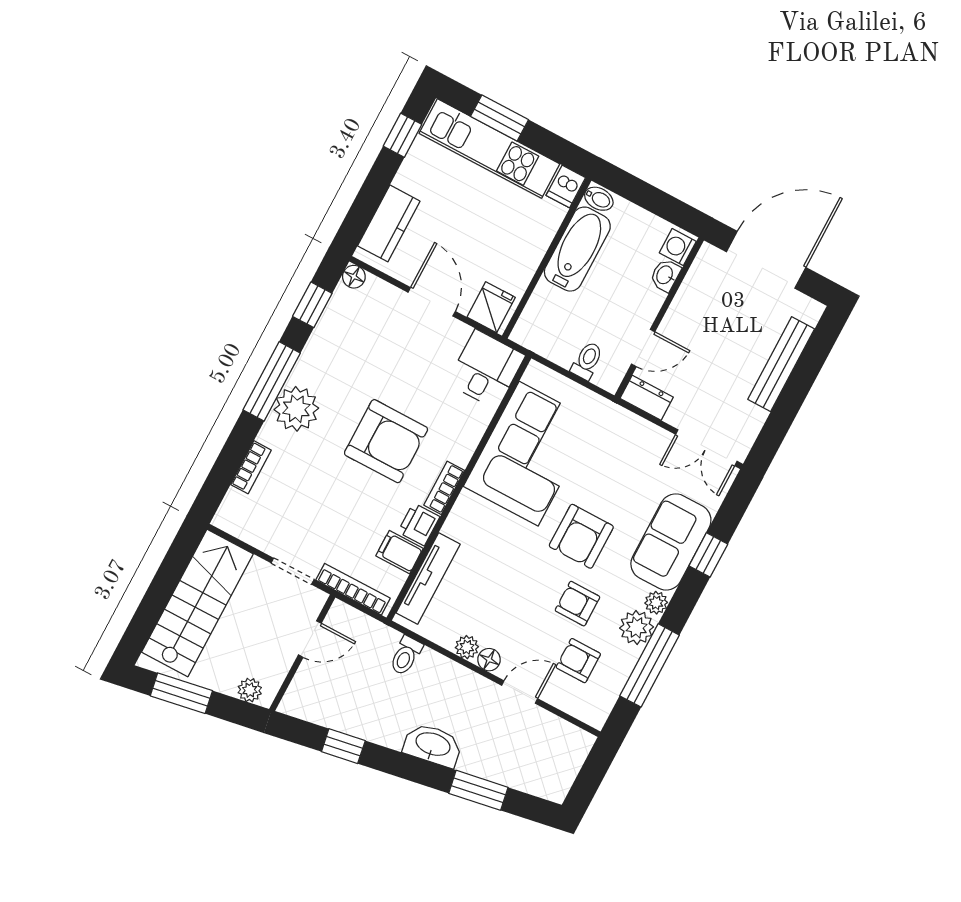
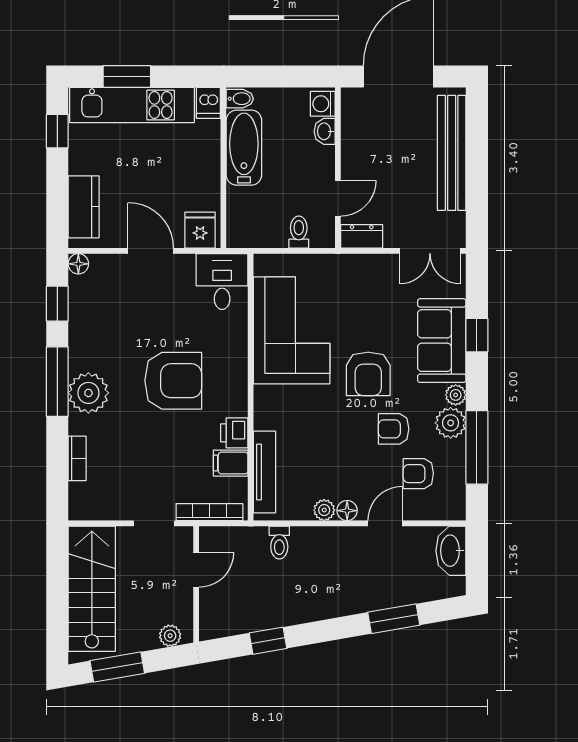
bench: (781, 364) -> (452, 153), width x1.37, depth x1.21
bookcase: (444, 488) -> (239, 393), removed
washbasin: (433, 745) -> (451, 551), moved, turned -80

